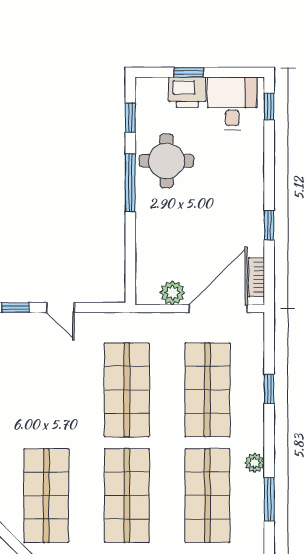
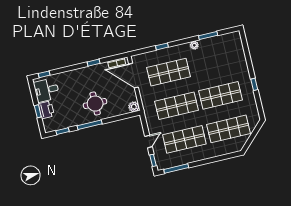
round table: (166, 161) -> (95, 104), moved
plant: (172, 293) -> (134, 107), moved
shop shelf: (207, 496) -> (184, 139), moved

